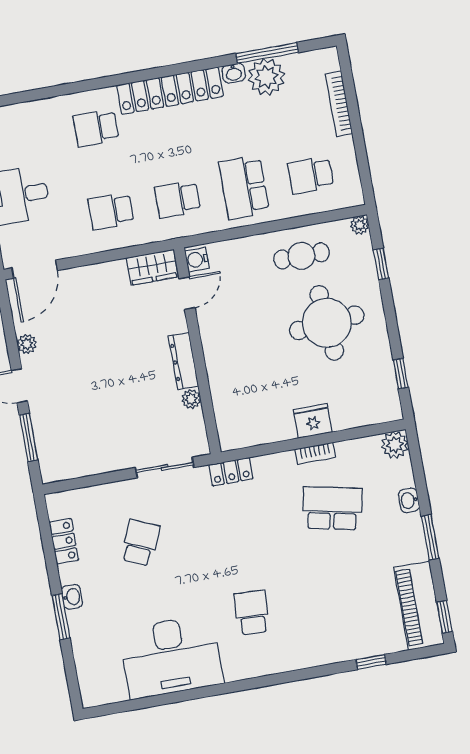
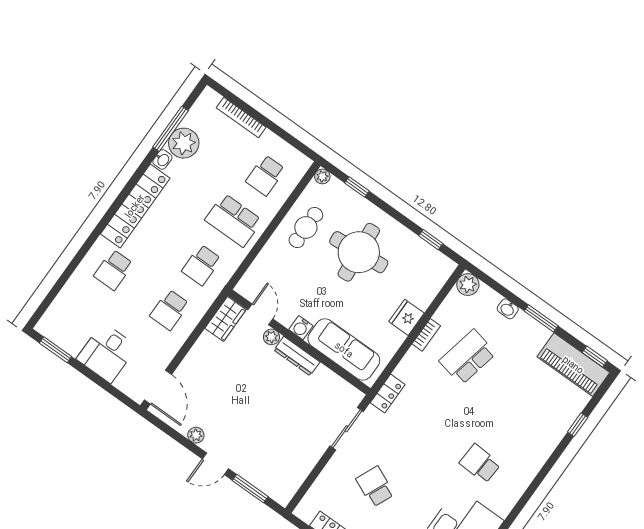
water cooler: (197, 259) -> (301, 328), moved
sofa: (230, 395) -> (344, 350), added
plant: (191, 399) -> (271, 337), moved

